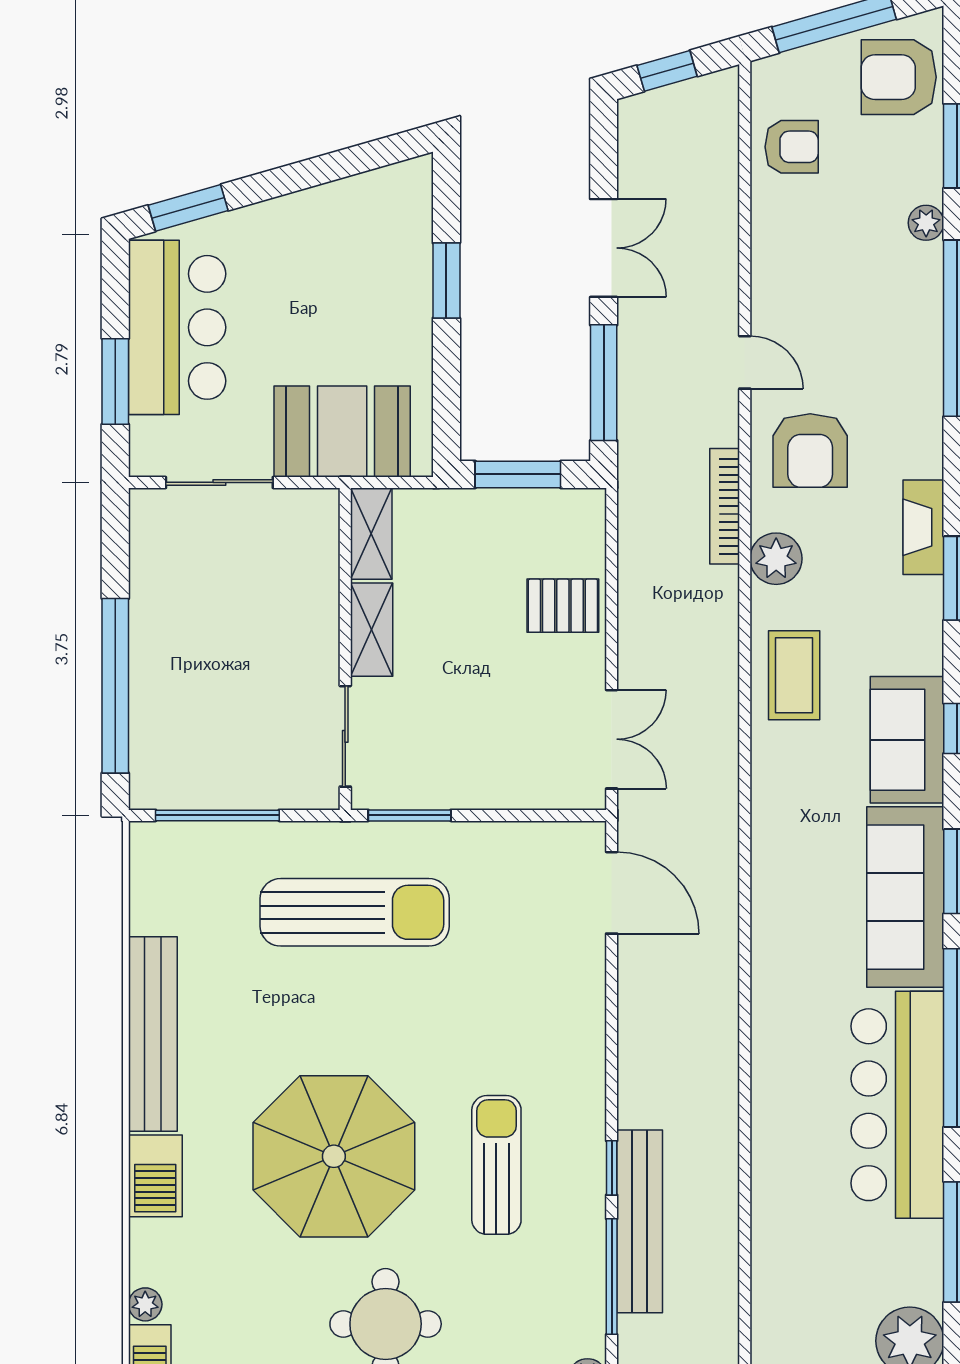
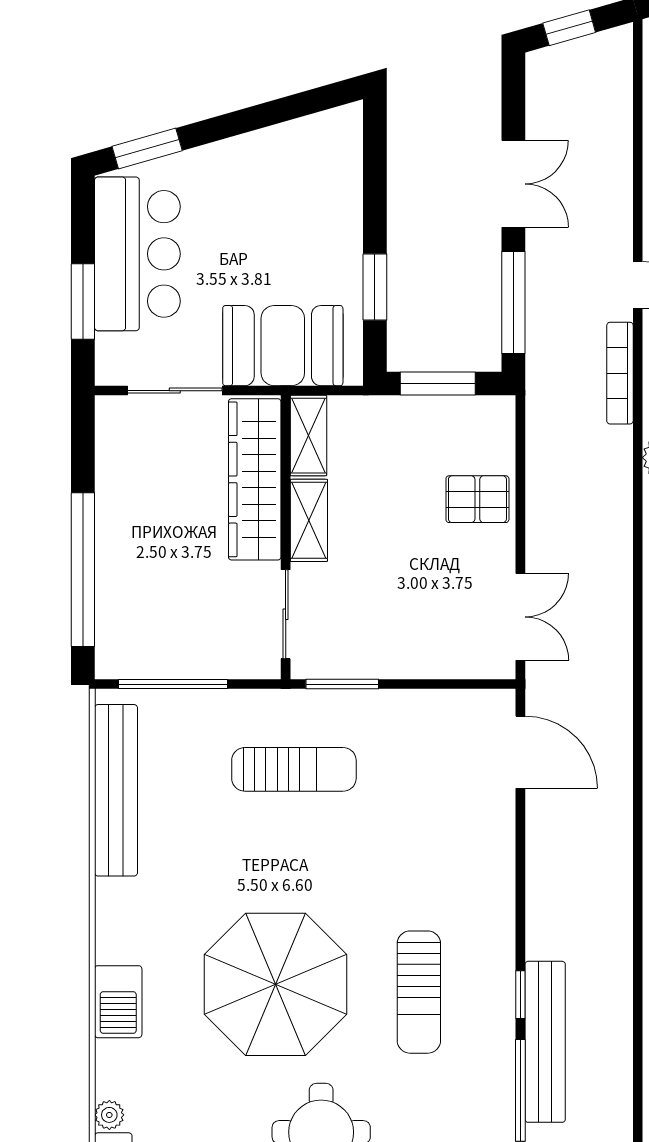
window: (446, 281) -> (375, 287), moved
bookcase: (725, 506) -> (620, 373), moved
wardrobe: (310, 583) -> (255, 479), added
sun lounger: (355, 912) -> (294, 769), width x0.73, depth x0.75
bench: (153, 1034) -> (116, 790), moved
sun lounger: (496, 1165) -> (419, 992), turned 180

